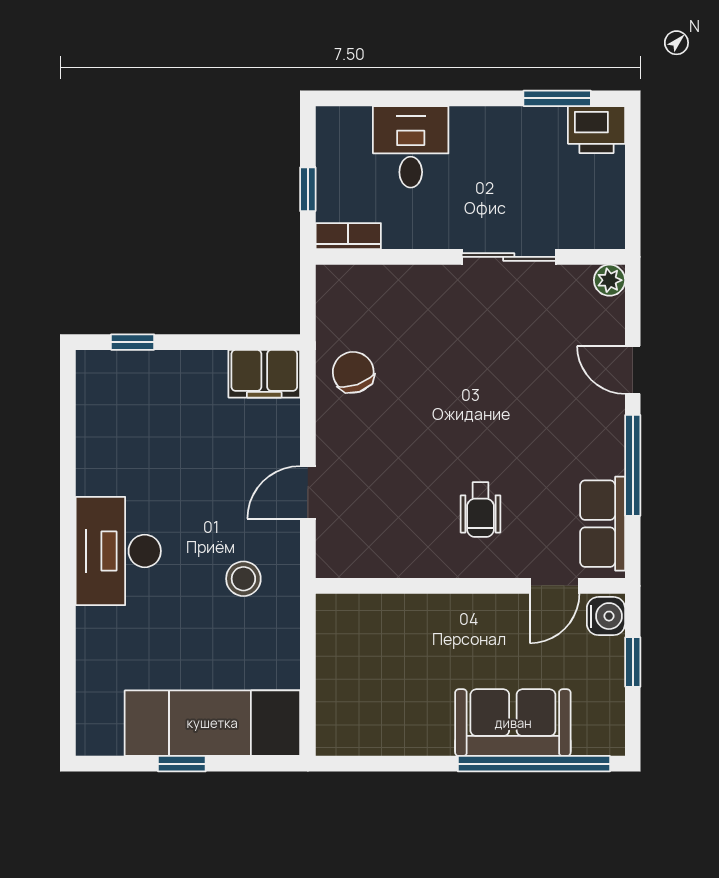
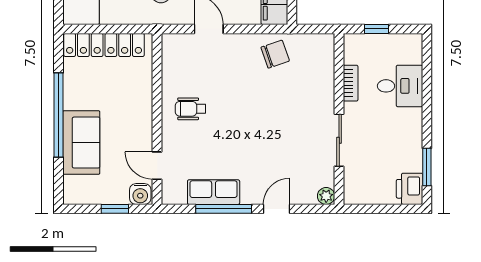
bookcase: (348, 236) -> (351, 83), moved
wheelchair: (480, 510) -> (191, 109), moved
row of seats: (603, 524) -> (214, 192), moved
locker: (337, 682) -> (104, 45), added
window: (534, 764) -> (59, 115), moved

